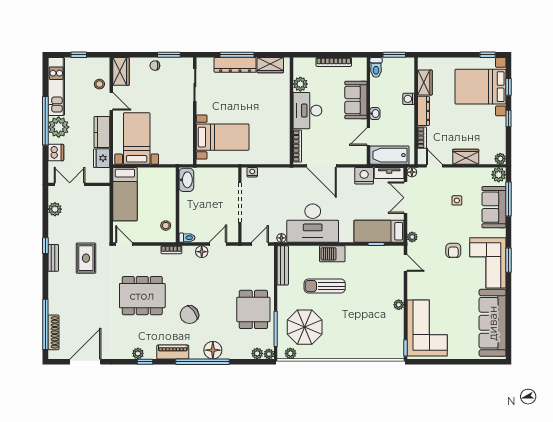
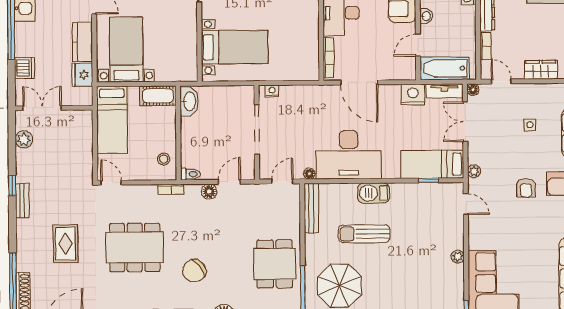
plant: (59, 127) -> (28, 36), removed
cot: (162, 175) -> (158, 96), added
rug: (86, 258) -> (65, 244), moved

